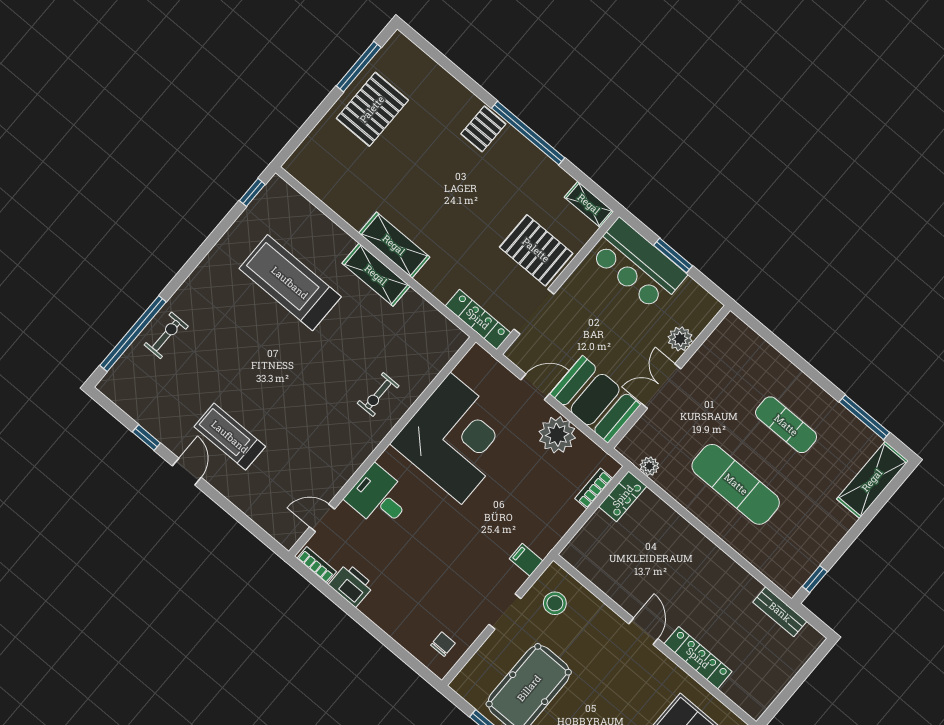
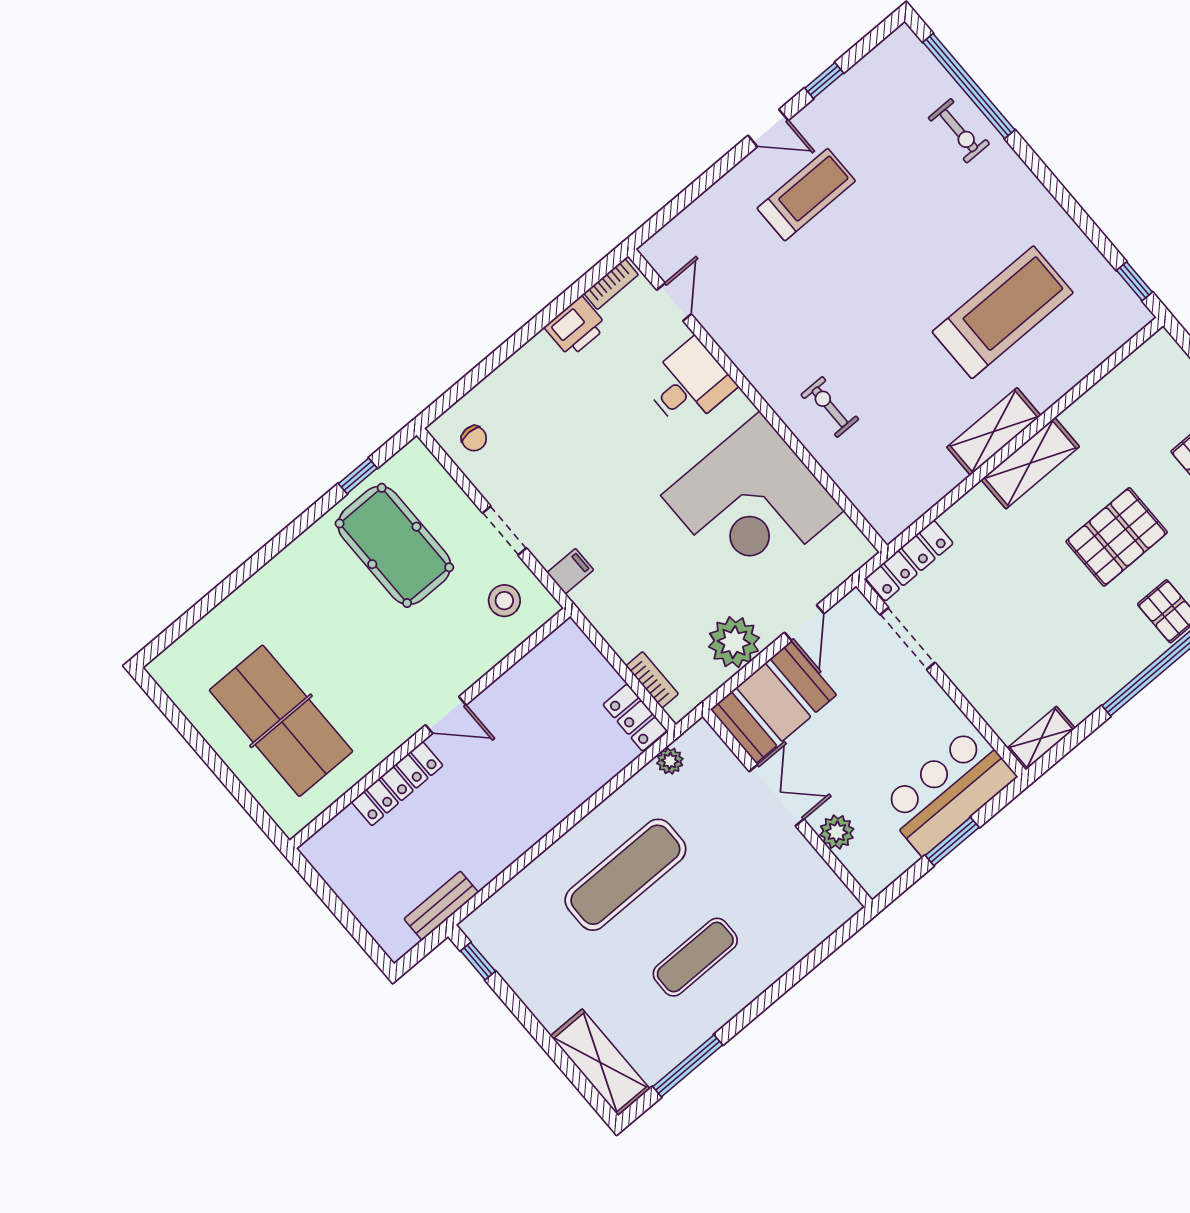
pallet: (536, 250) -> (1117, 537), moved

